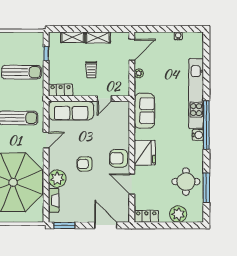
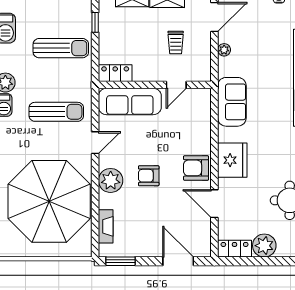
trolley: (91, 70) -> (176, 43), moved
plant: (57, 179) -> (111, 180), moved
plant: (178, 214) -> (264, 246), moved

